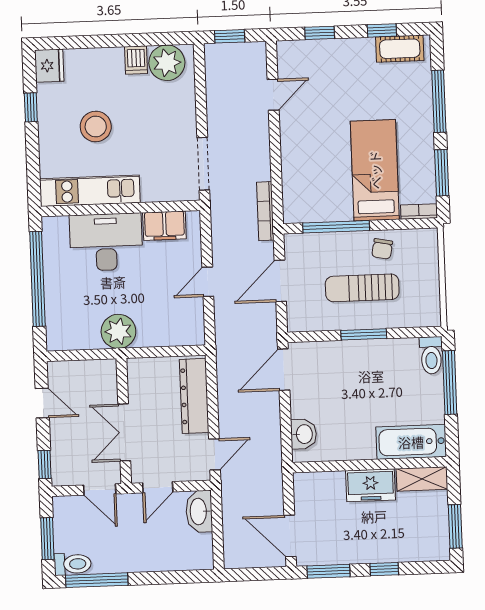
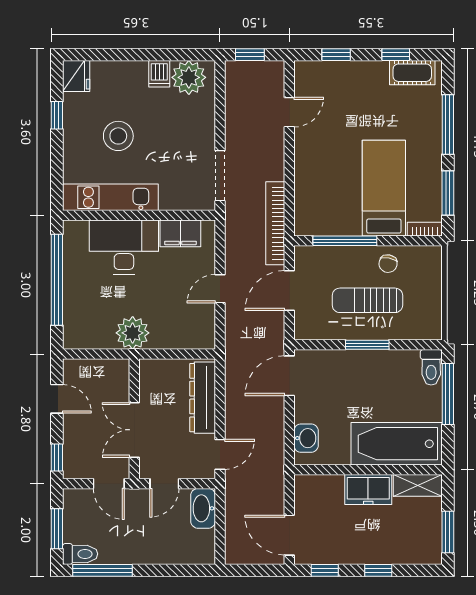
bookcase: (265, 211) -> (275, 223), width x1.48, depth x1.31
bathtub: (411, 442) -> (397, 444), width x1.36, depth x1.36
window: (329, 571) -> (325, 570), width x0.67

